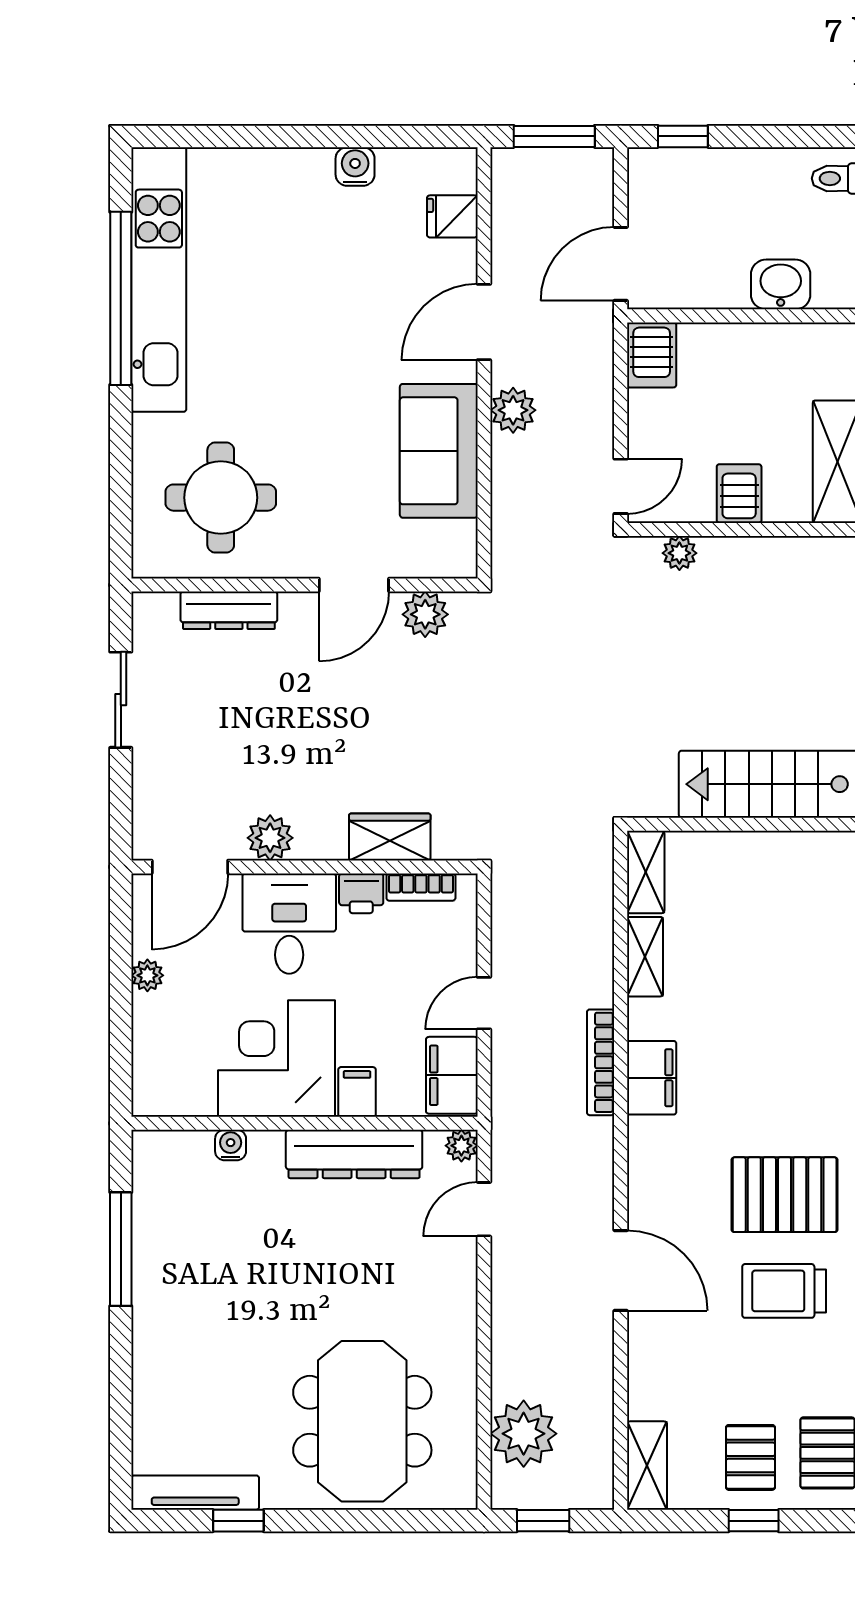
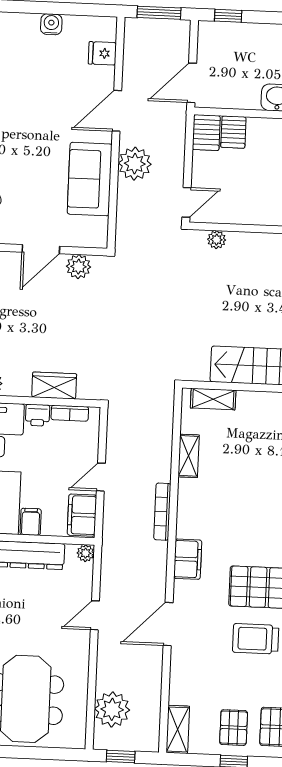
plant: (513, 410) -> (135, 164), width x1.36, depth x1.36
server rack: (739, 494) -> (233, 132), moved, turned 180
shelving: (646, 872) -> (213, 399), moved, turned 90
filing cabinet: (652, 1078) -> (188, 559), moved
door: (484, 1209) -> (95, 615), moved
door: (621, 1271) -> (168, 624), swing flipped

